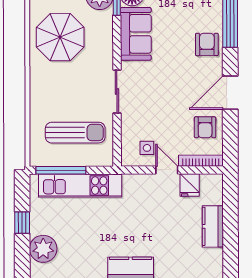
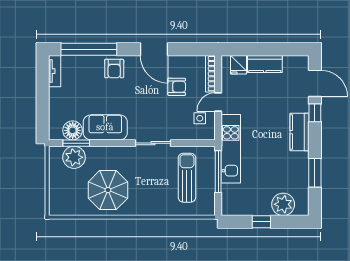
armchair: (207, 44) -> (114, 69), turned -90
armchair: (205, 127) -> (177, 87), moved
window: (61, 170) -> (218, 172), moved
fridge: (190, 185) -> (238, 65), moved, turned 90
kitchen unit: (80, 186) -> (231, 149), moved

